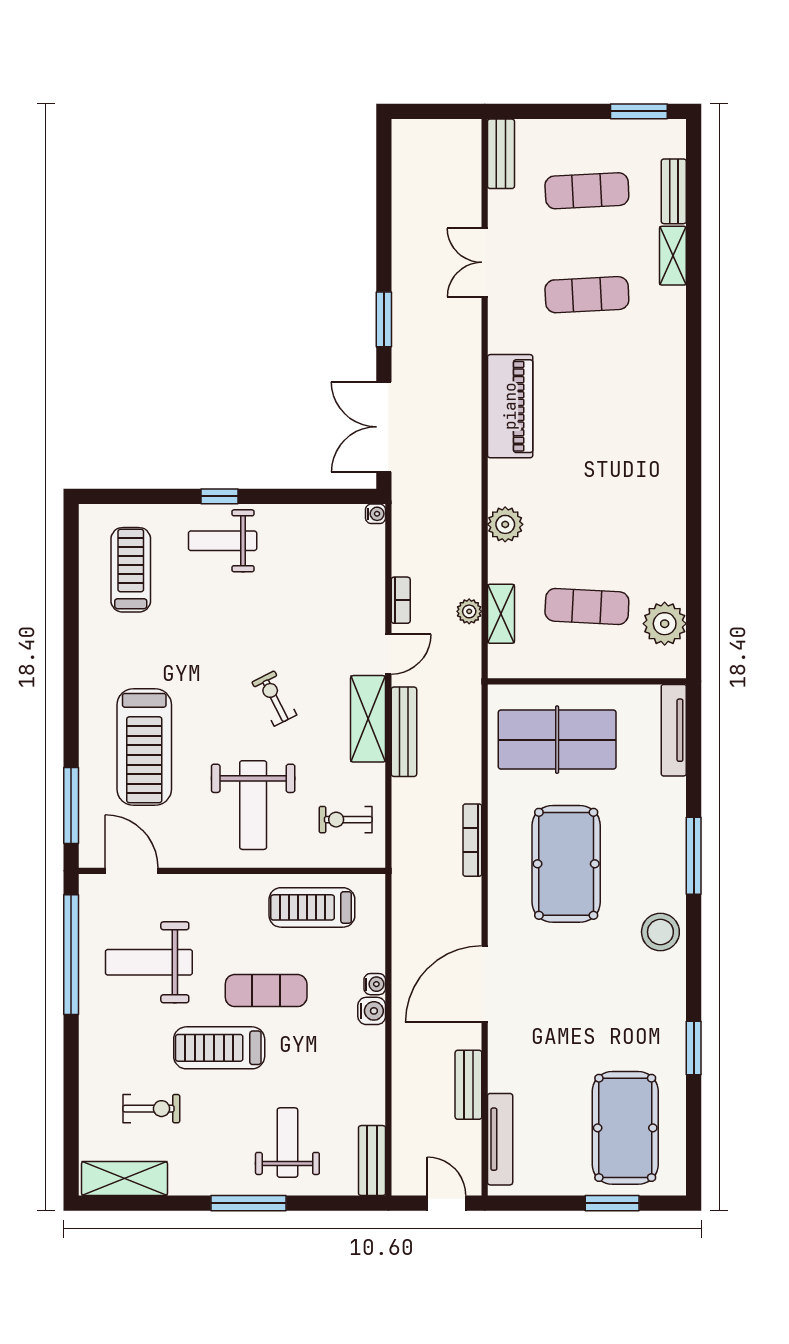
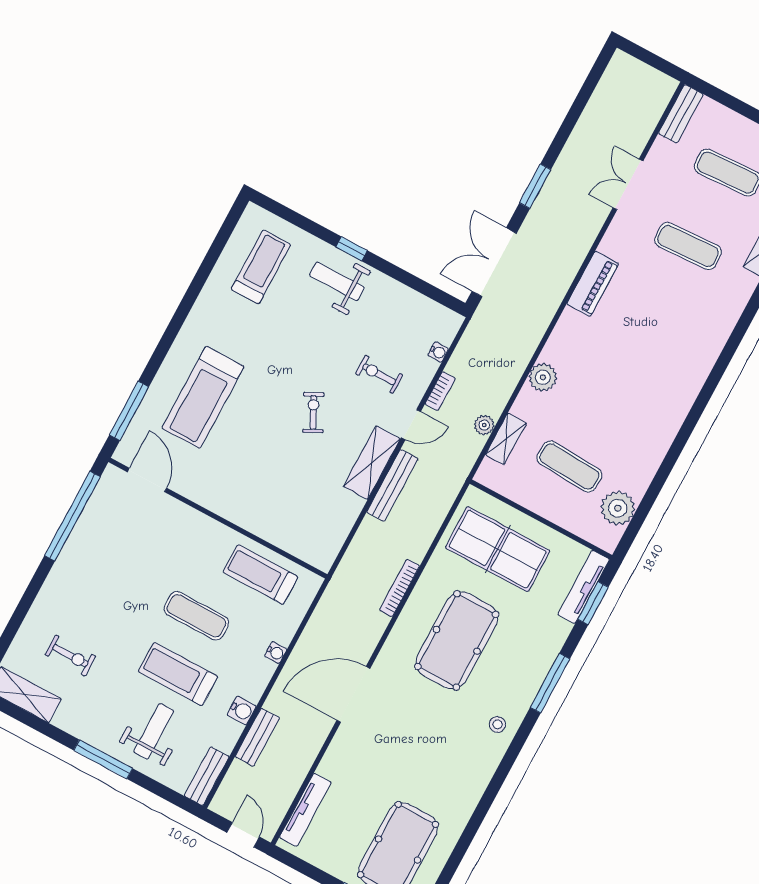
piano: (510, 406) -> (593, 284), width x0.73, depth x0.75
water cooler: (375, 514) -> (438, 352), moved
weight bench: (253, 805) -> (258, 480), removed
exercise bike: (346, 820) -> (379, 374), moved
stool: (660, 932) -> (497, 724), width x0.53, depth x0.53
weight bench: (149, 962) -> (124, 551), removed
water cooler: (372, 1011) -> (242, 711), moved
treadmill: (219, 1048) -> (178, 674), moved
window: (694, 1048) -> (593, 603), moved
bench: (468, 1085) -> (257, 737), moved

